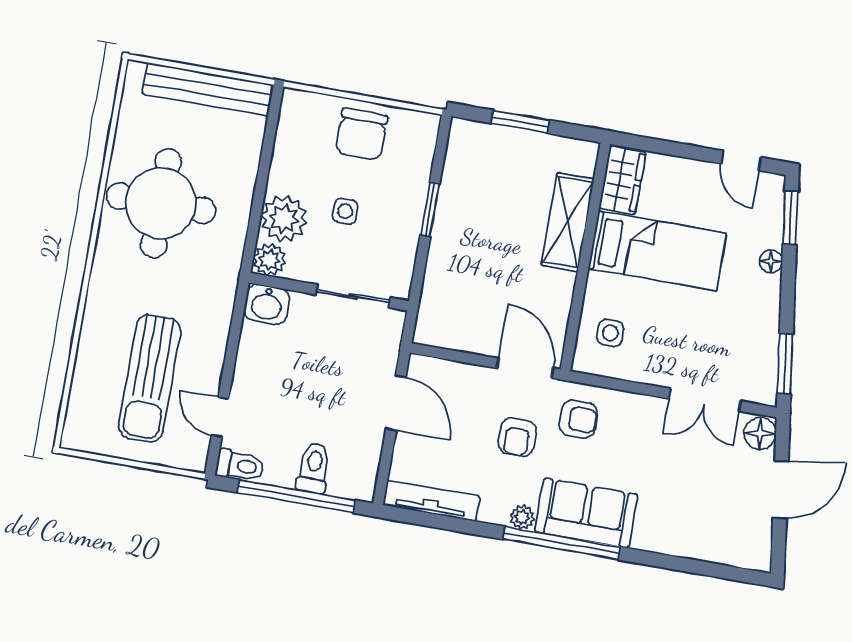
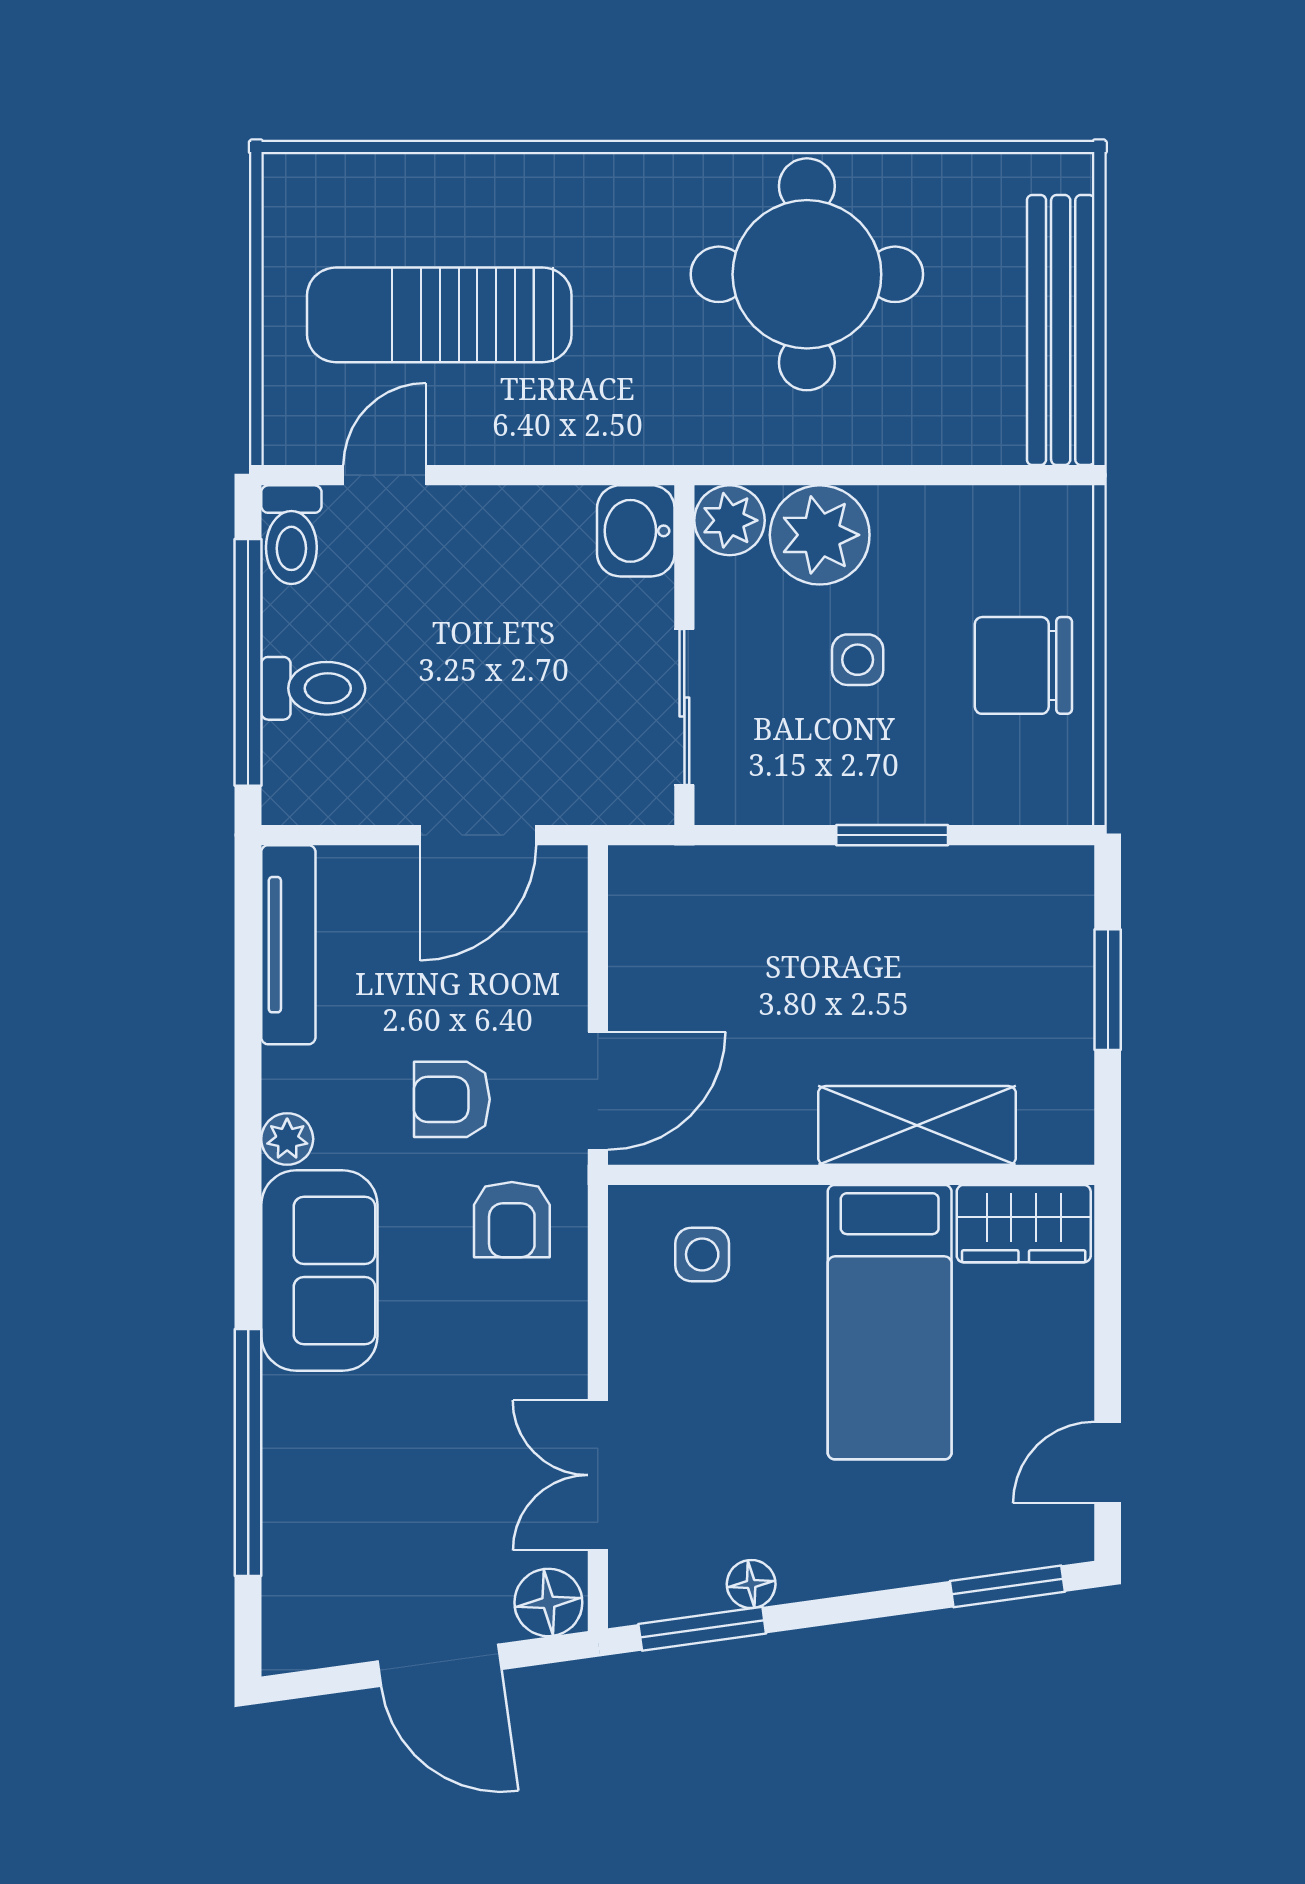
floor lamp: (771, 261) -> (751, 1584), moved
window: (561, 543) -> (248, 1453), moved

